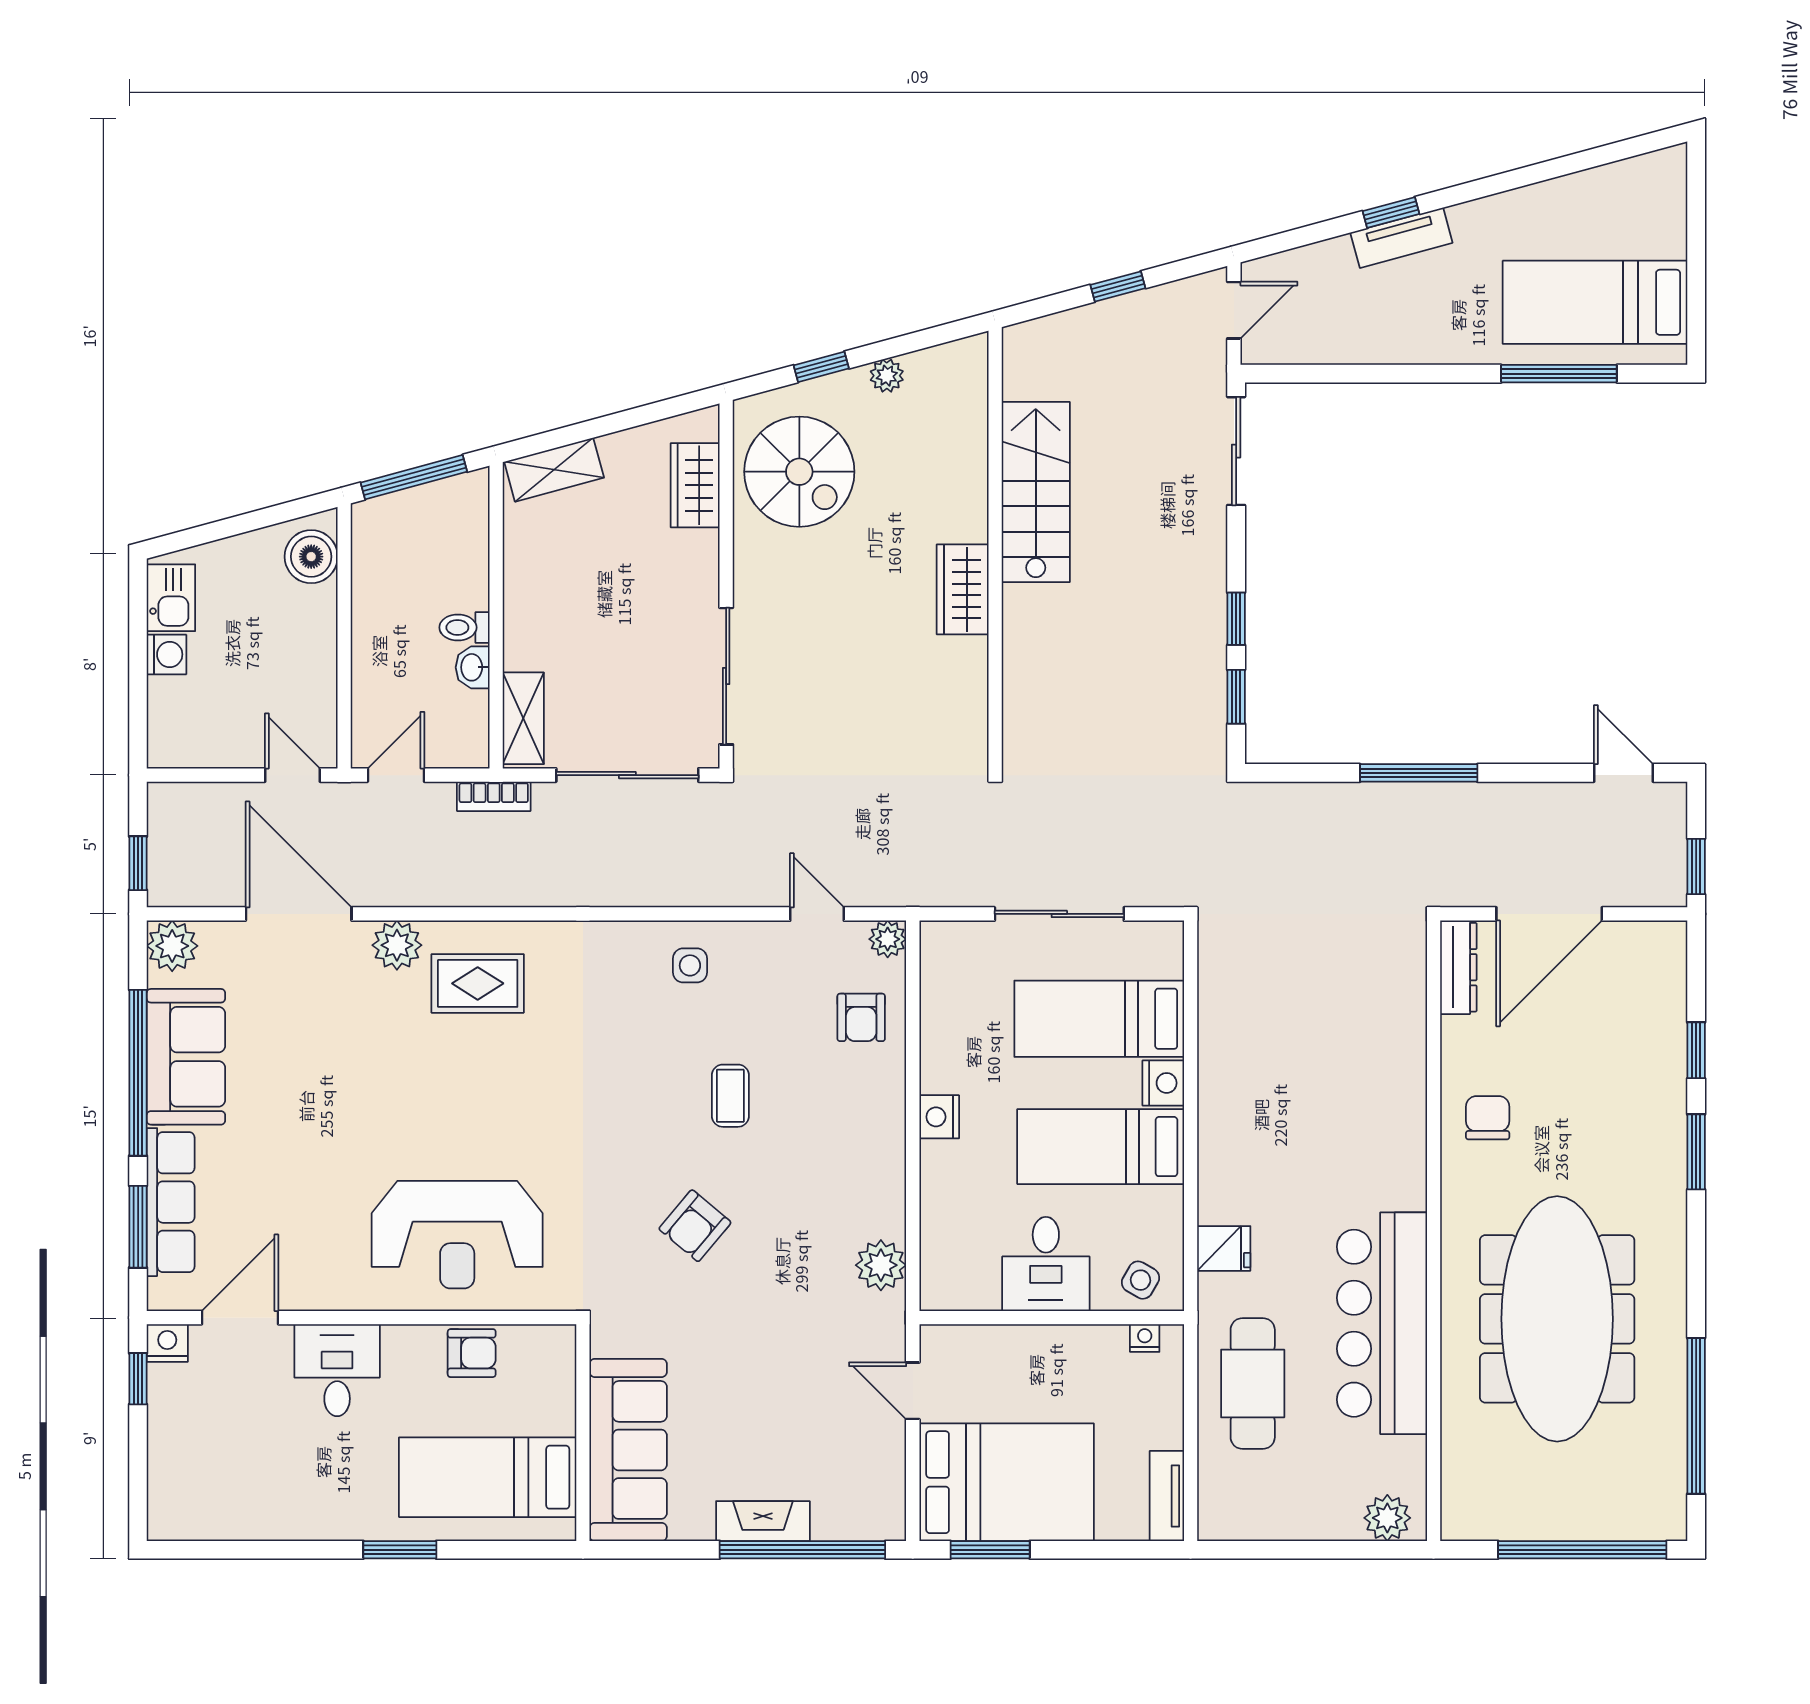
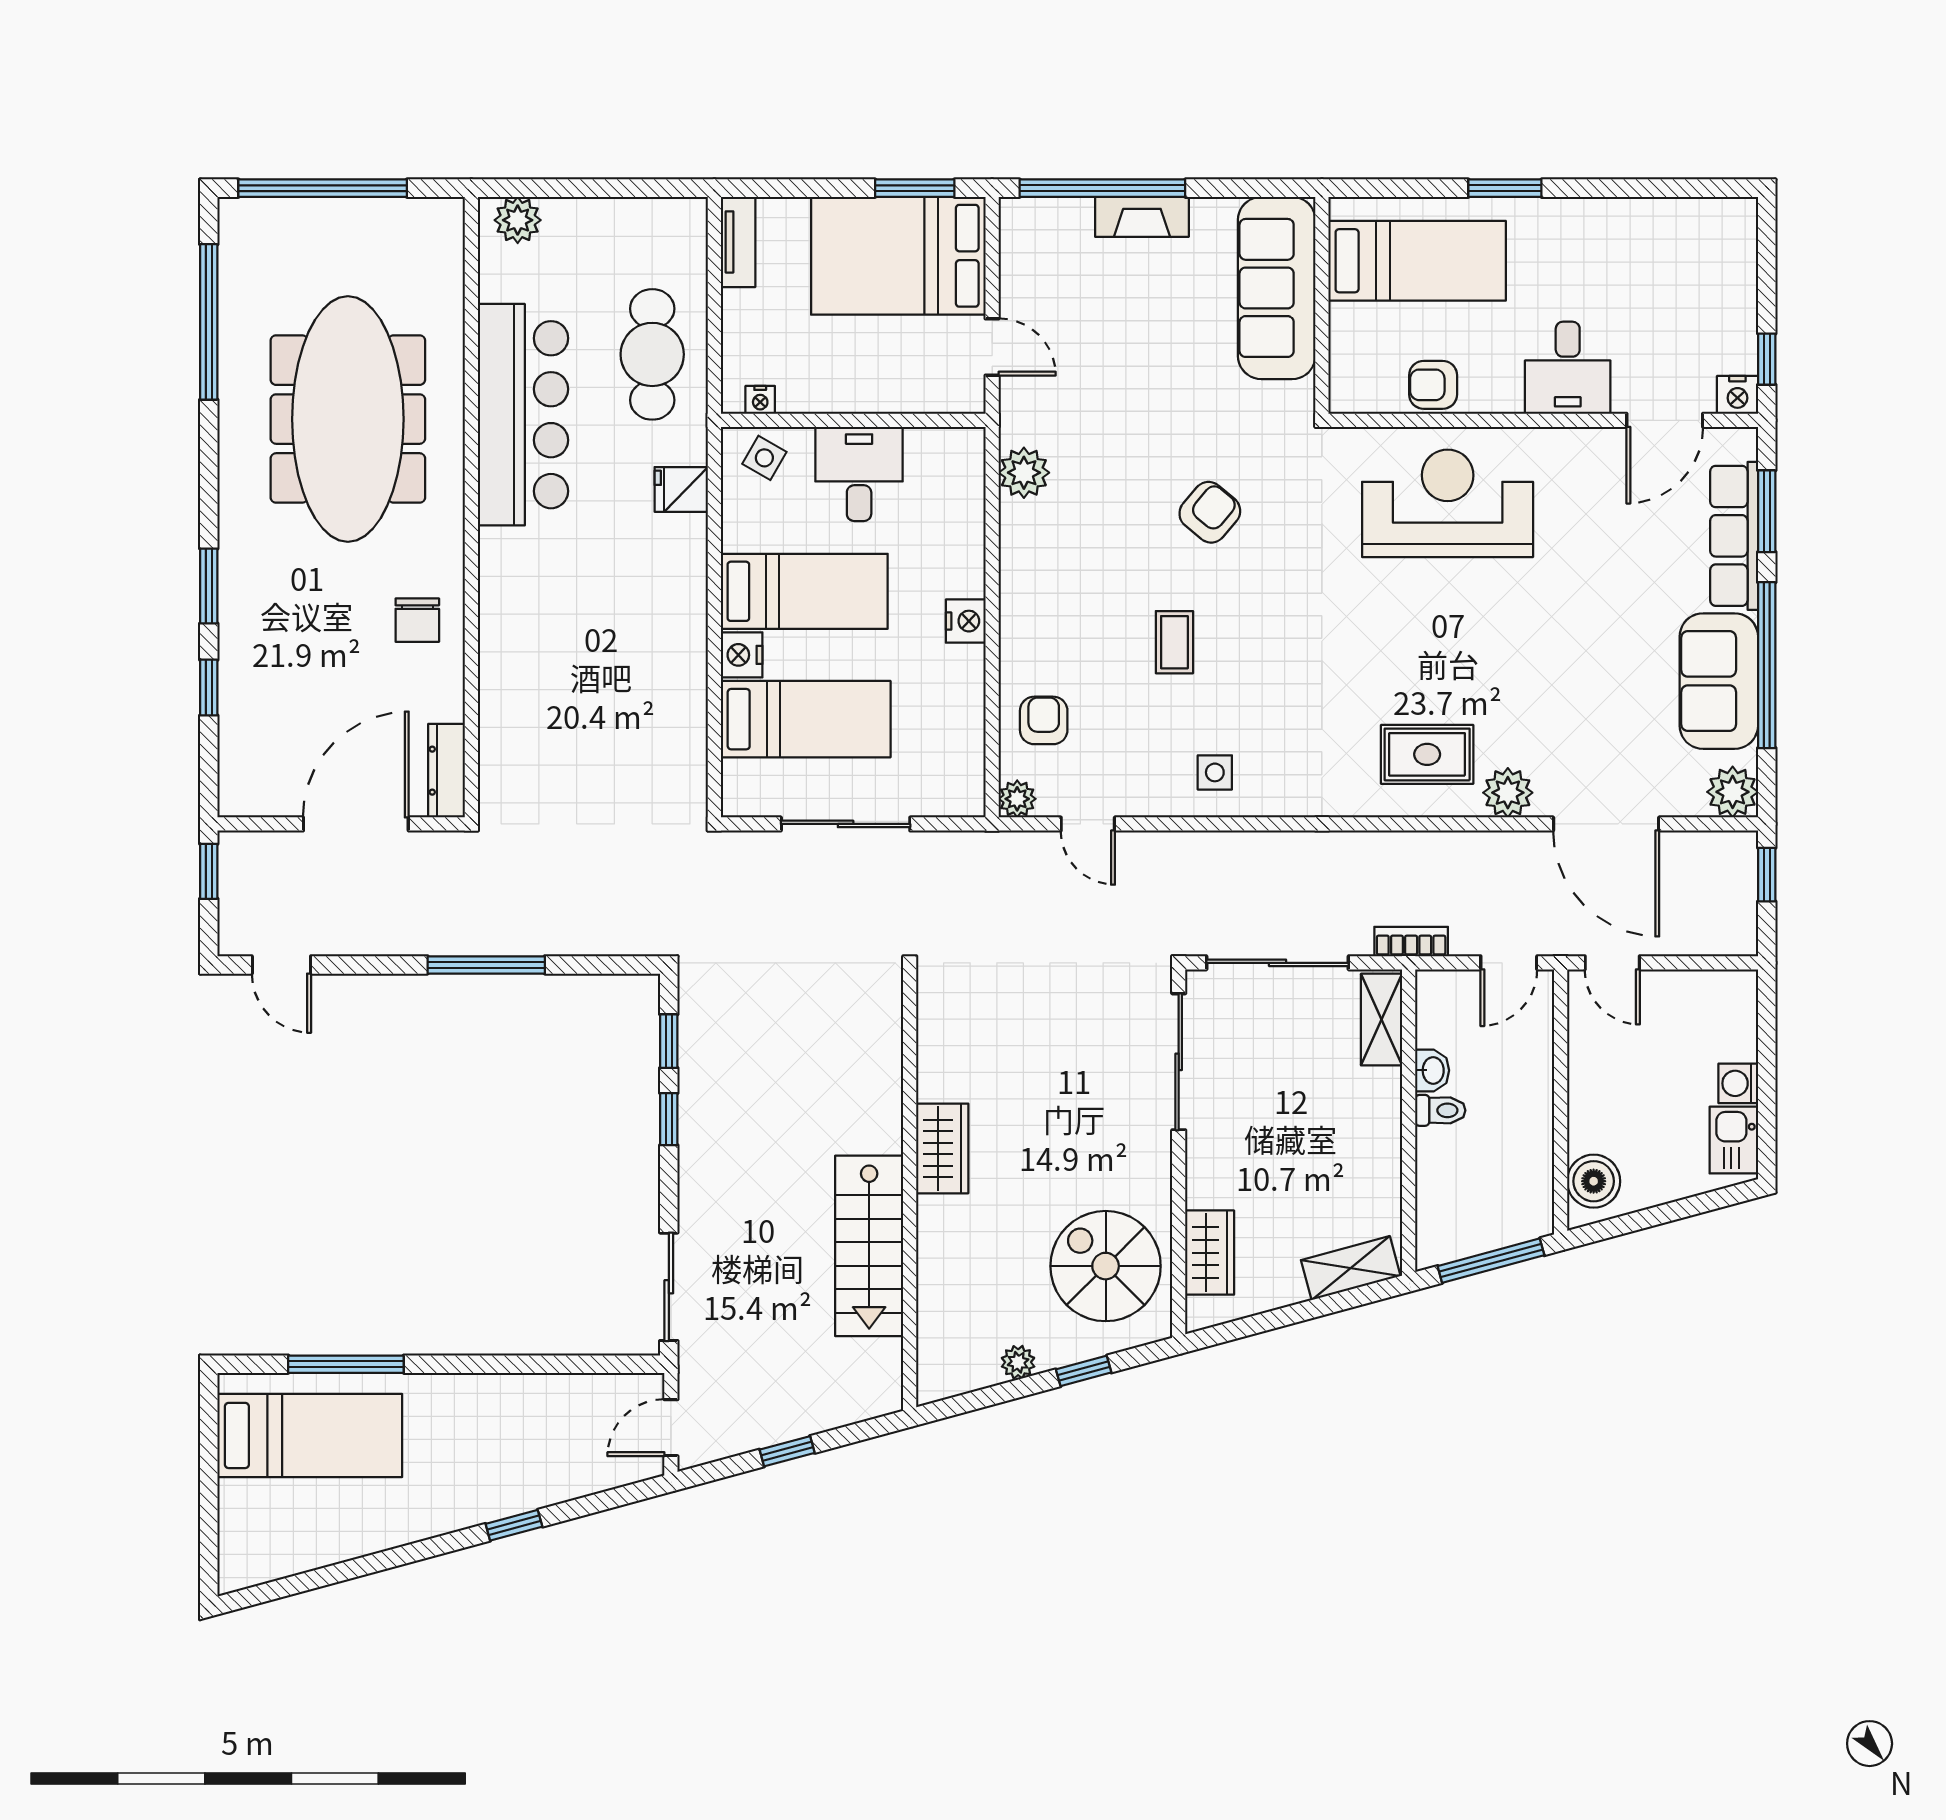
tv unit: (1401, 238) -> (503, 1500), removed

